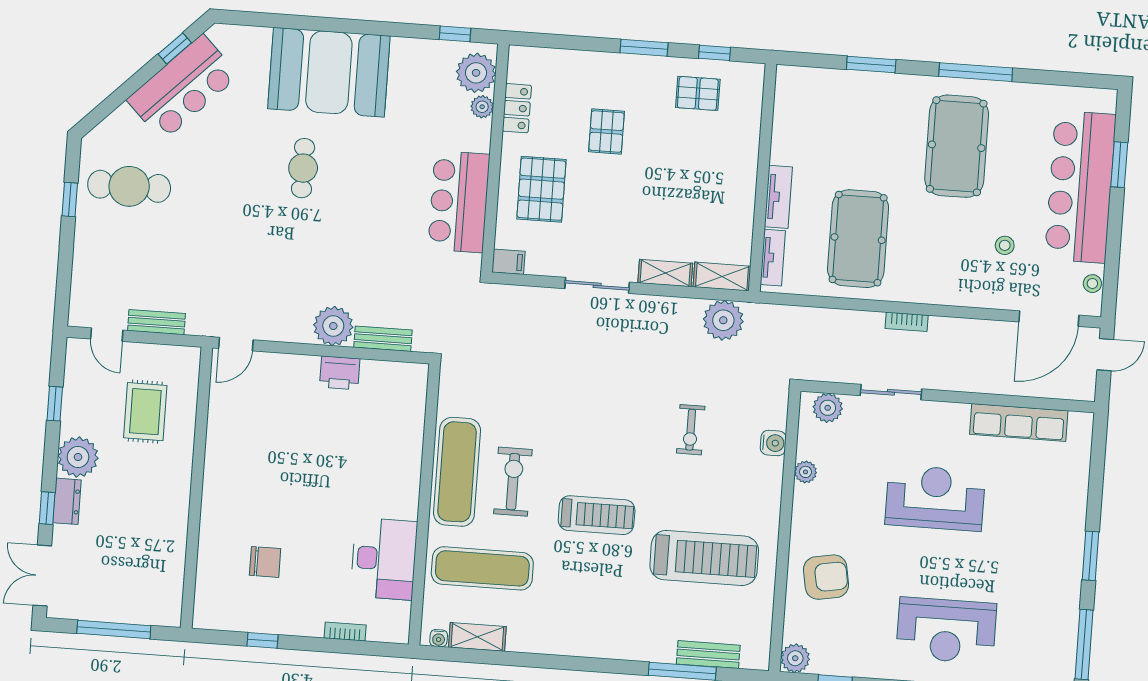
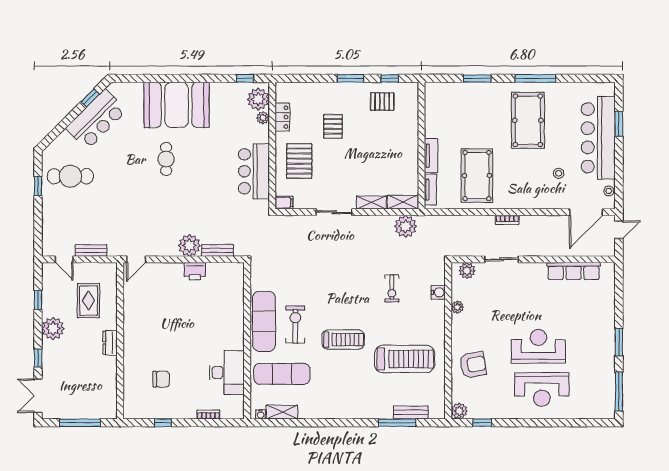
reception desk: (935, 498) -> (538, 346), moved
dresser: (67, 501) -> (110, 343), moved, turned 180

